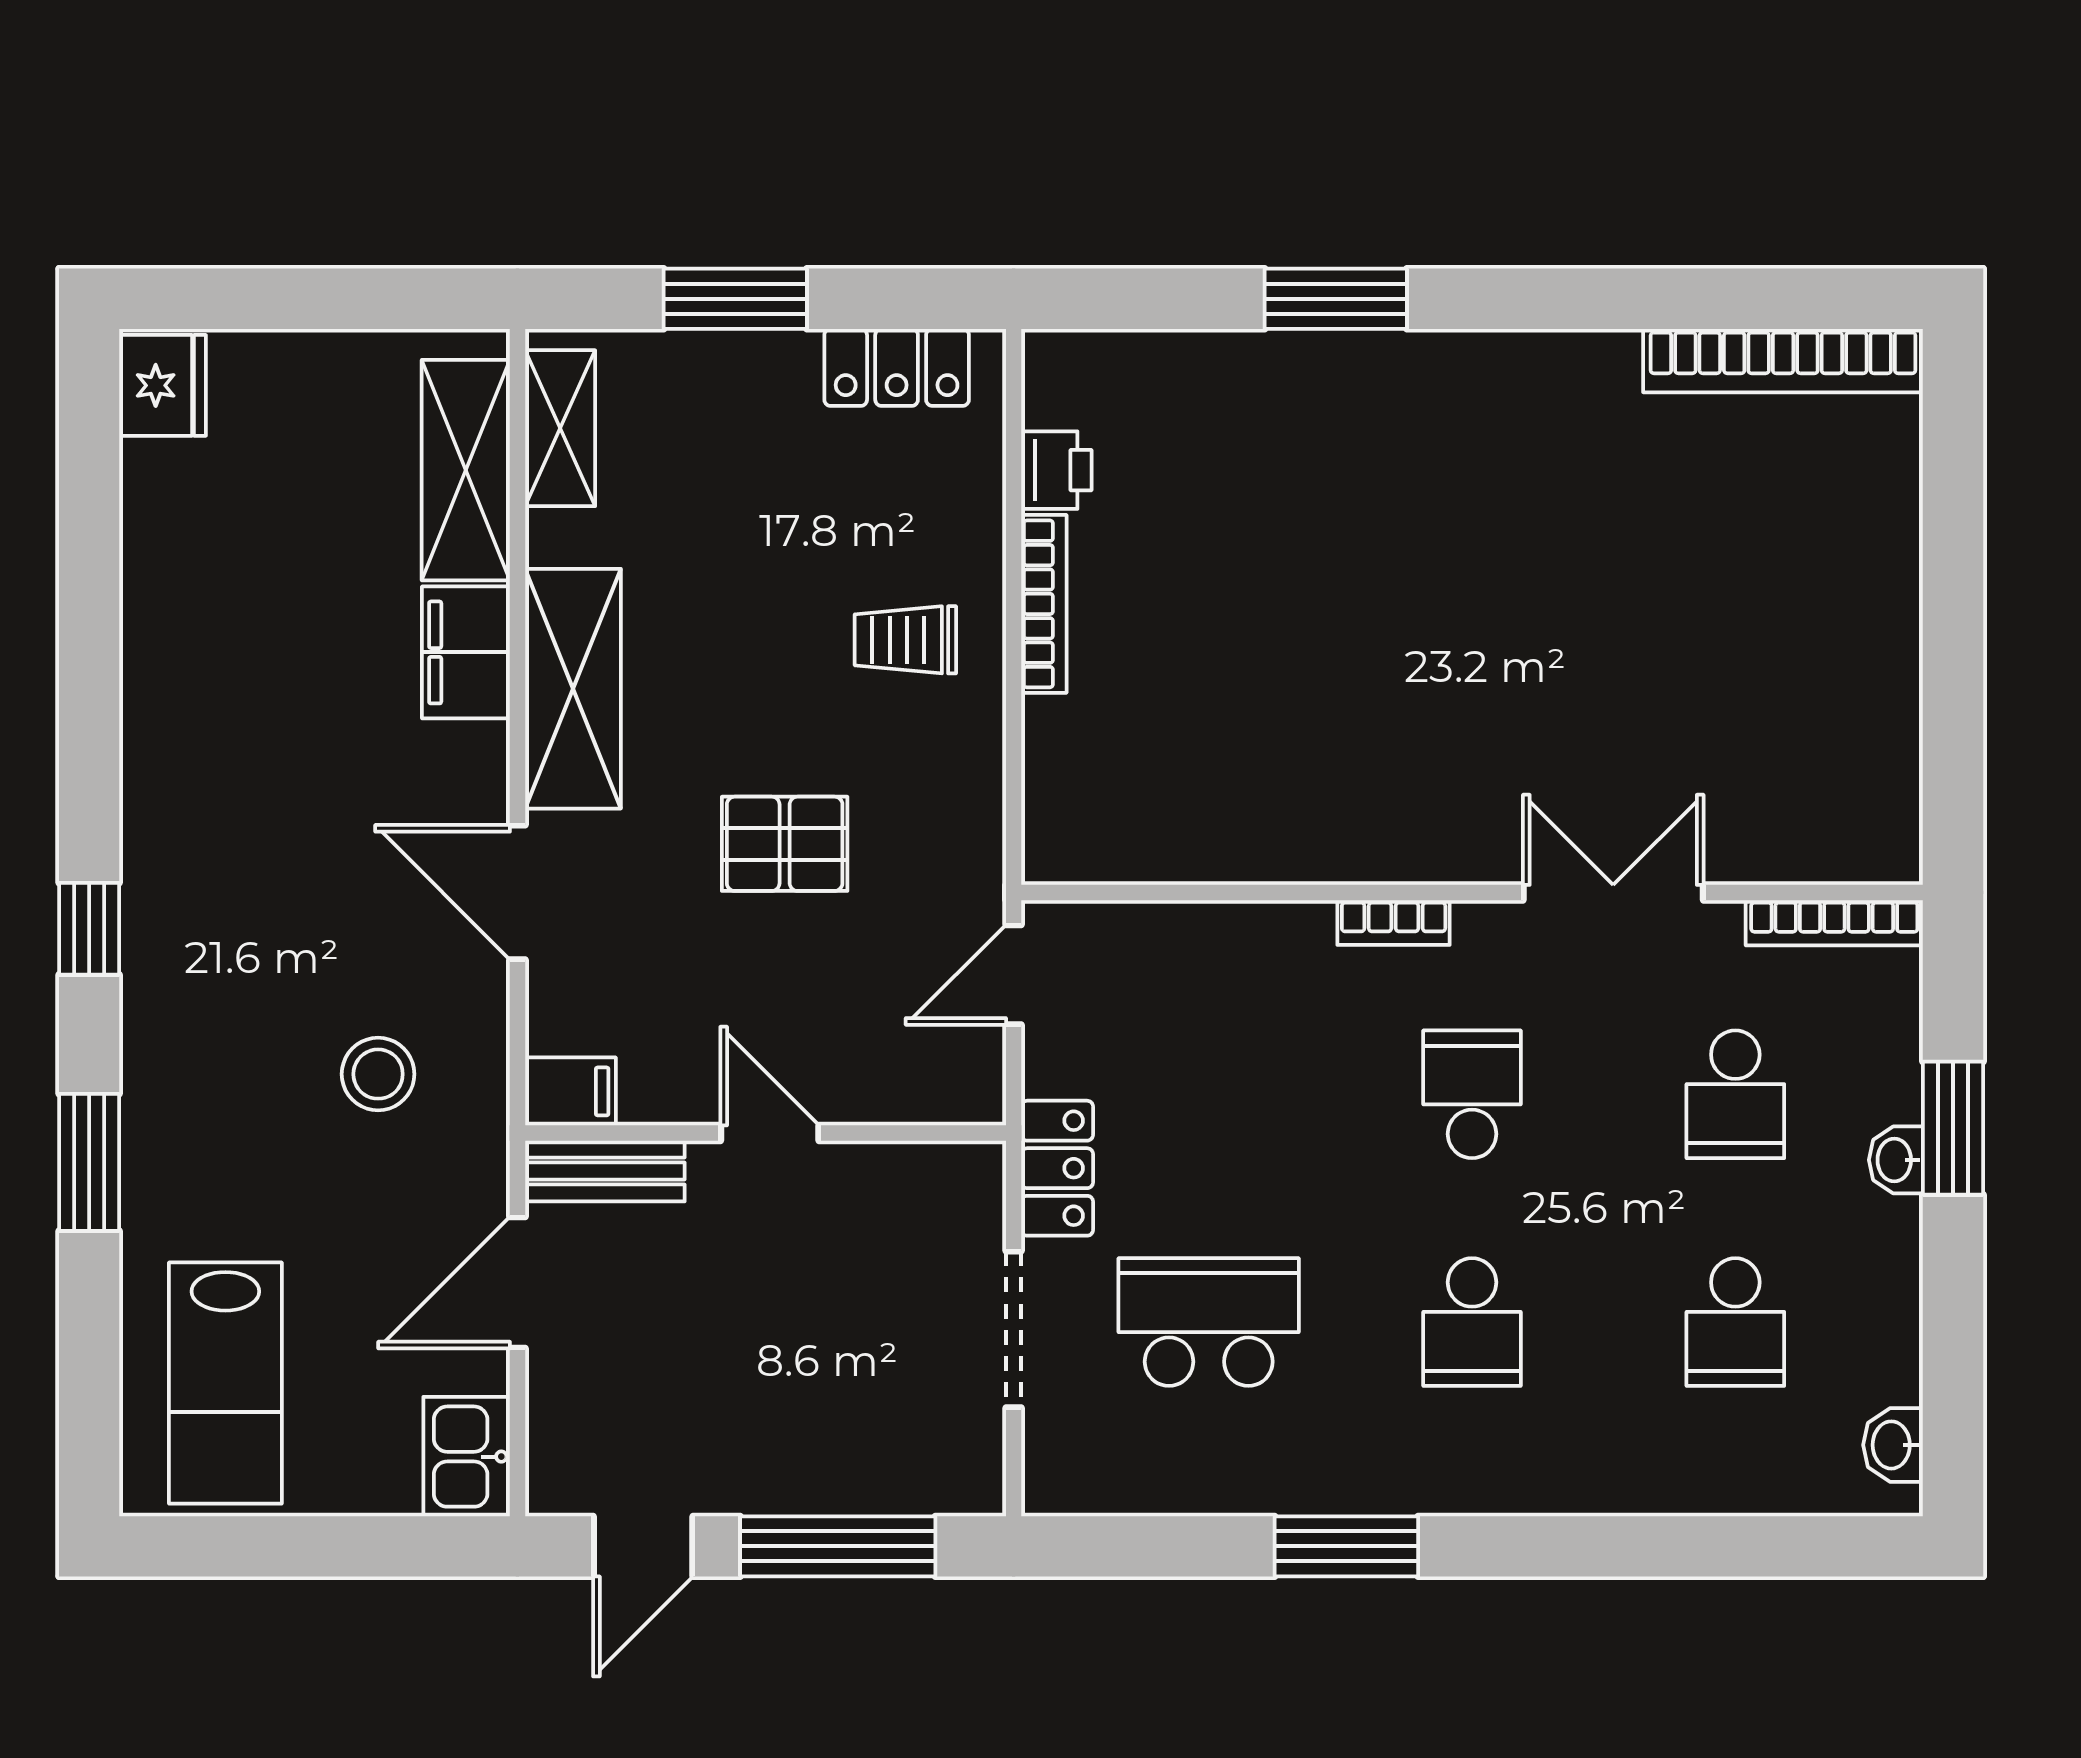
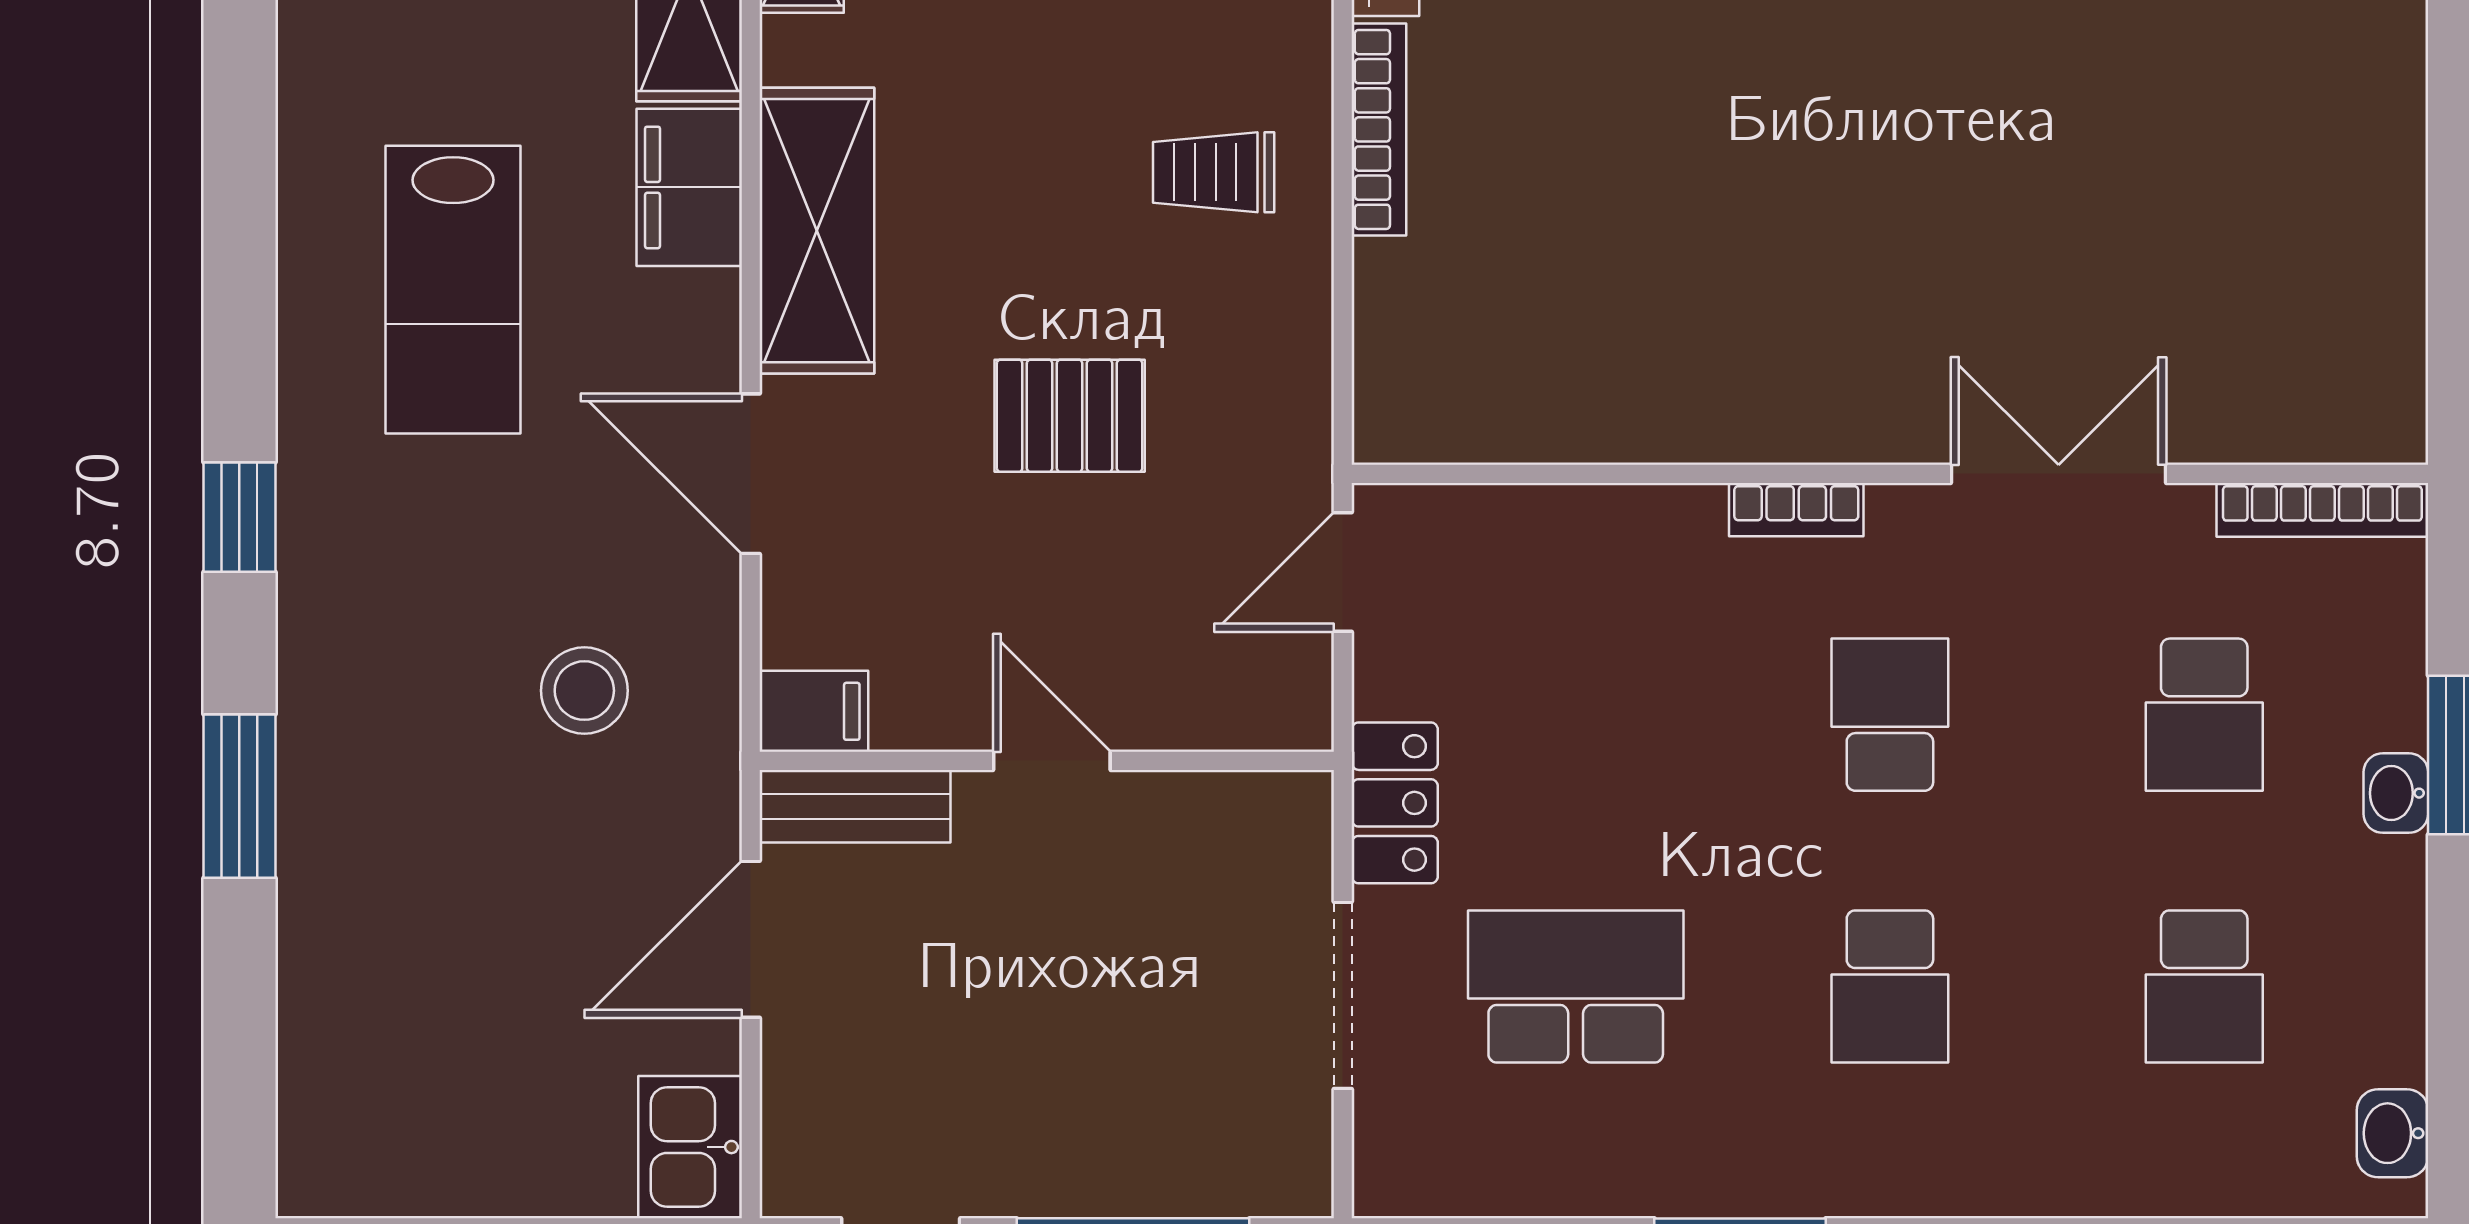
lab bench: (225, 1383) -> (453, 290), moved

